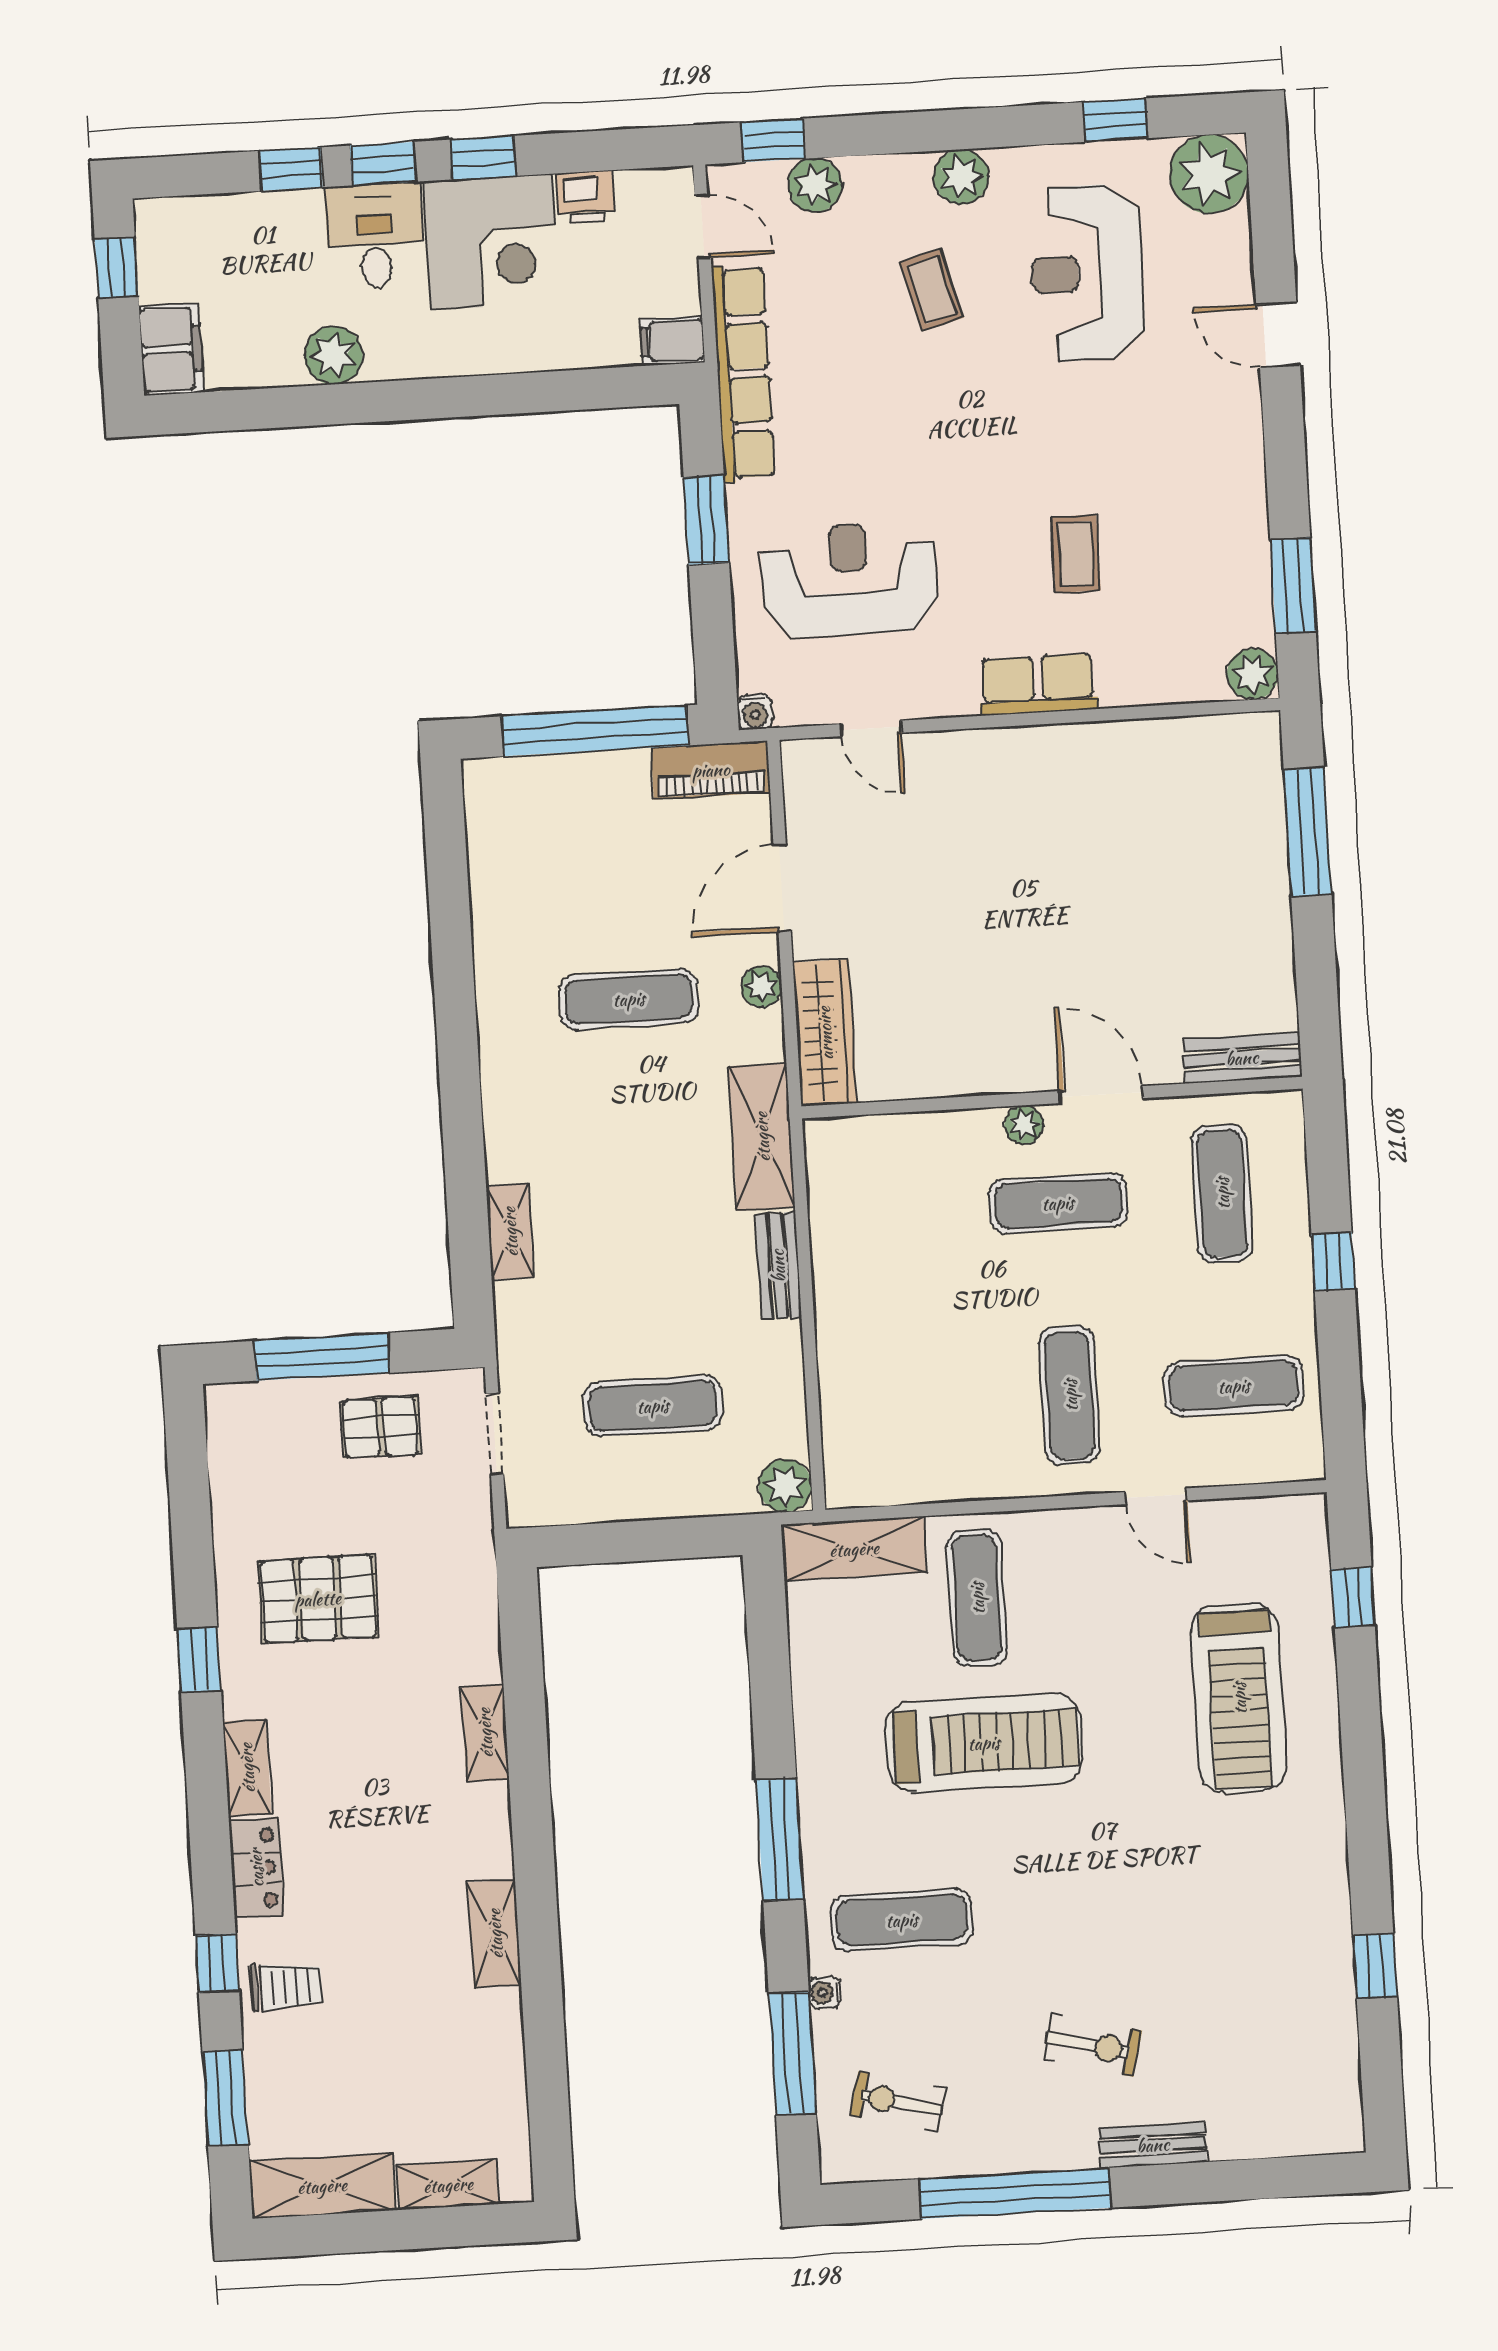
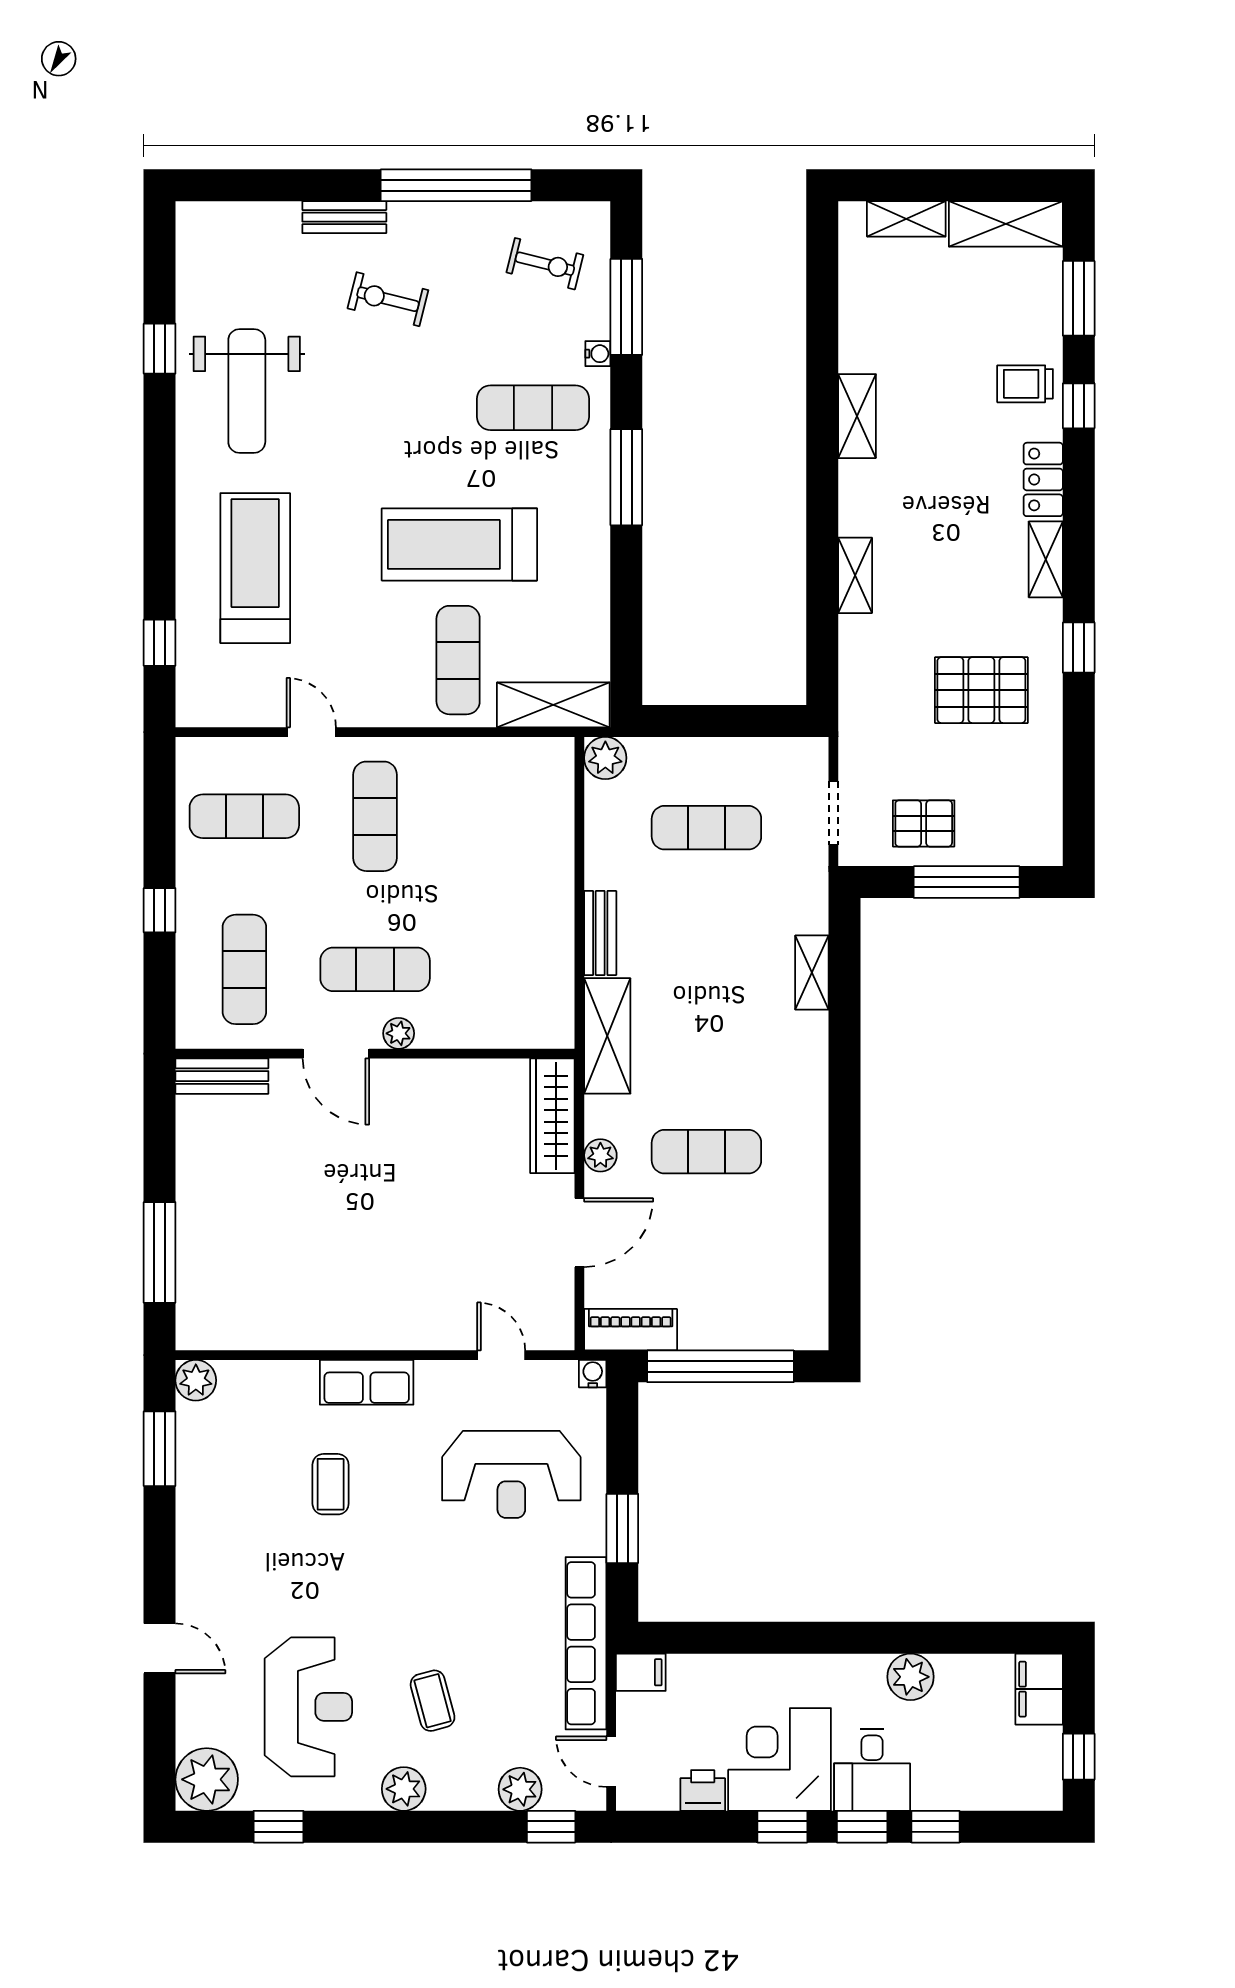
weight bench: (1262, 1920) -> (247, 391), added

